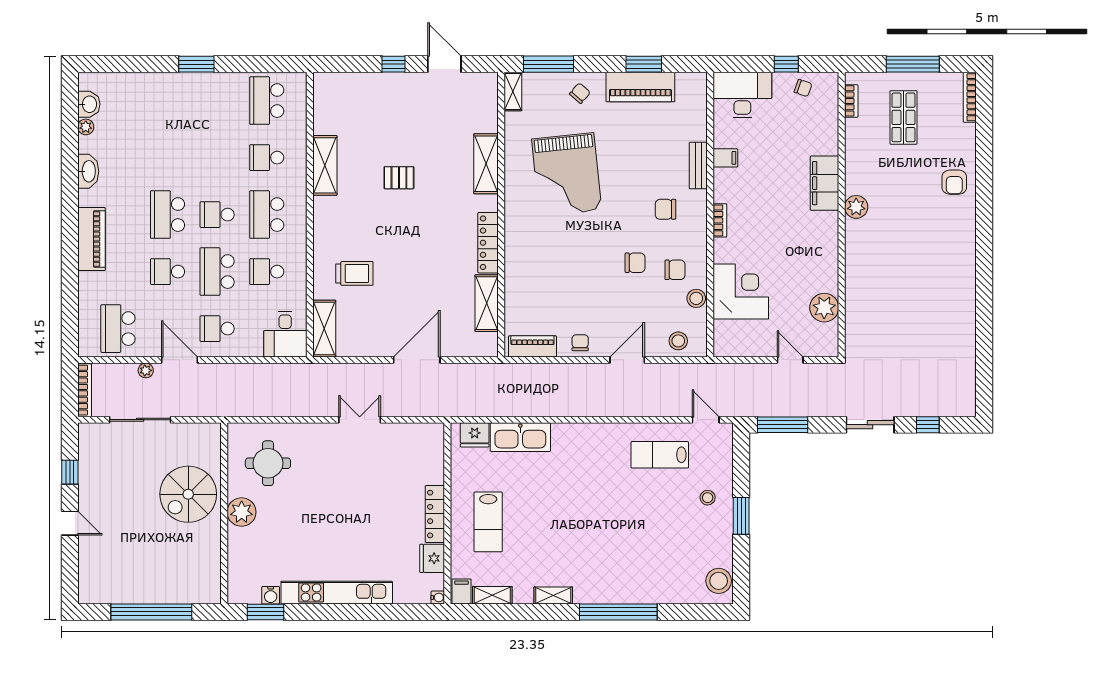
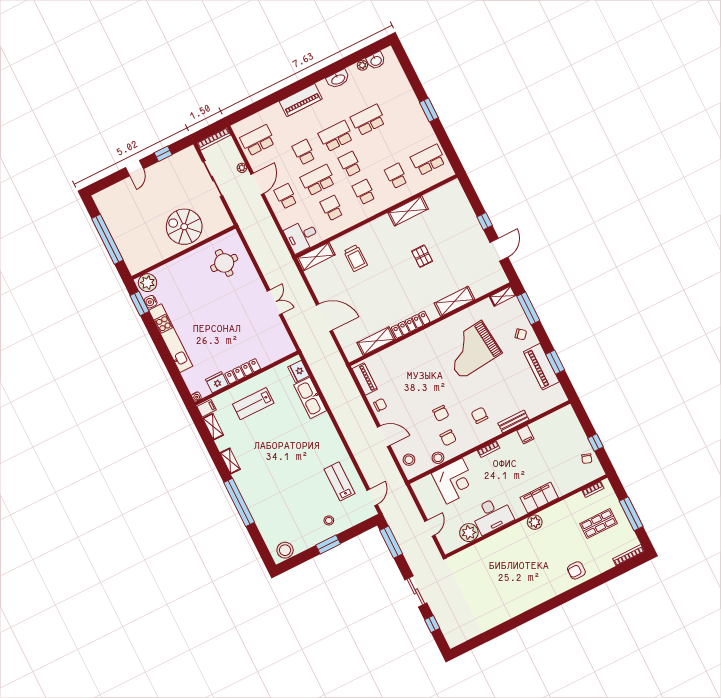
desk: (742, 95) -> (492, 515), moved, turned 90
school desk: (167, 158) -> (368, 120), added
school desk: (267, 215) -> (364, 192), width x0.54
plant: (242, 512) -> (148, 283), moved

